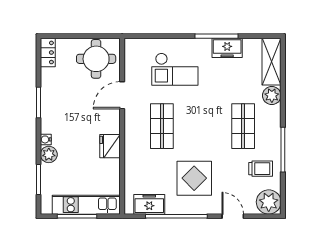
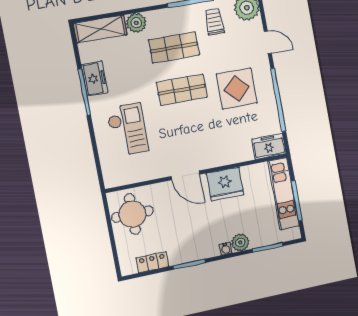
locker: (48, 52) -> (152, 262), moved
door: (122, 95) -> (185, 175), moved
shop shelf: (162, 126) -> (182, 90), moved
fridge: (110, 146) -> (225, 184), width x1.36, depth x1.34
freezer: (149, 204) -> (269, 146), moved, turned 90
door: (233, 216) -> (268, 42), swing flipped

